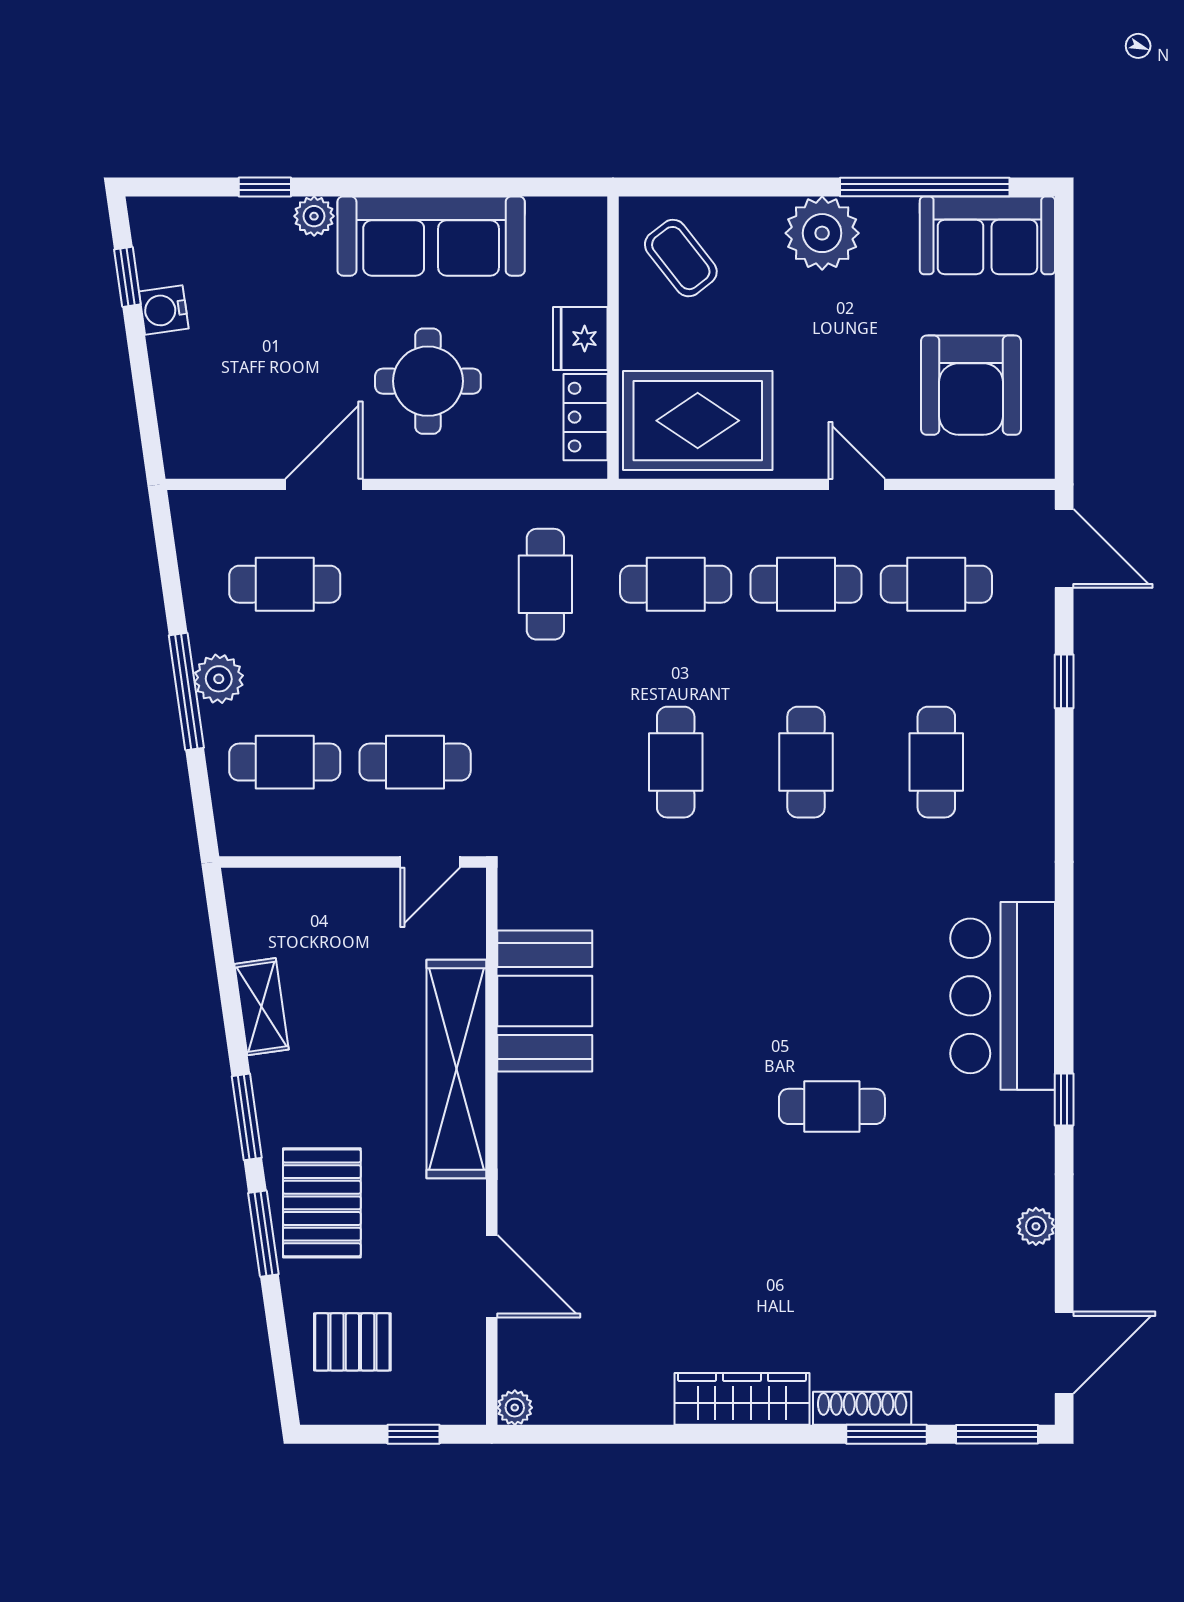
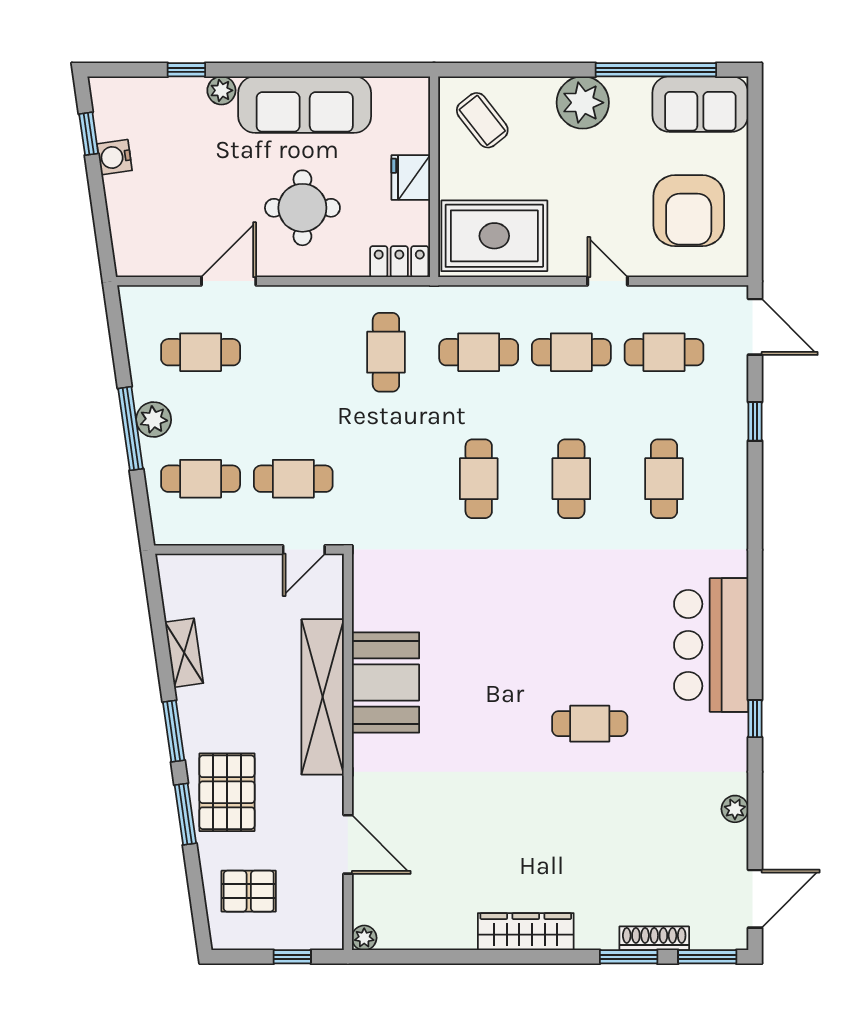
locker: (586, 417) -> (399, 262), moved, turned 90
booth: (545, 1001) -> (385, 683), moved
shoe rack: (862, 1408) -> (654, 938), moved

